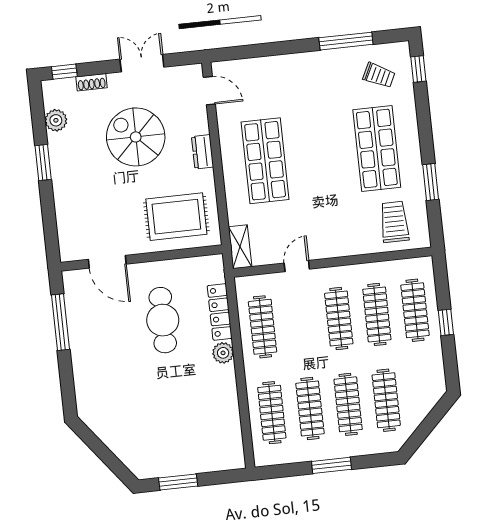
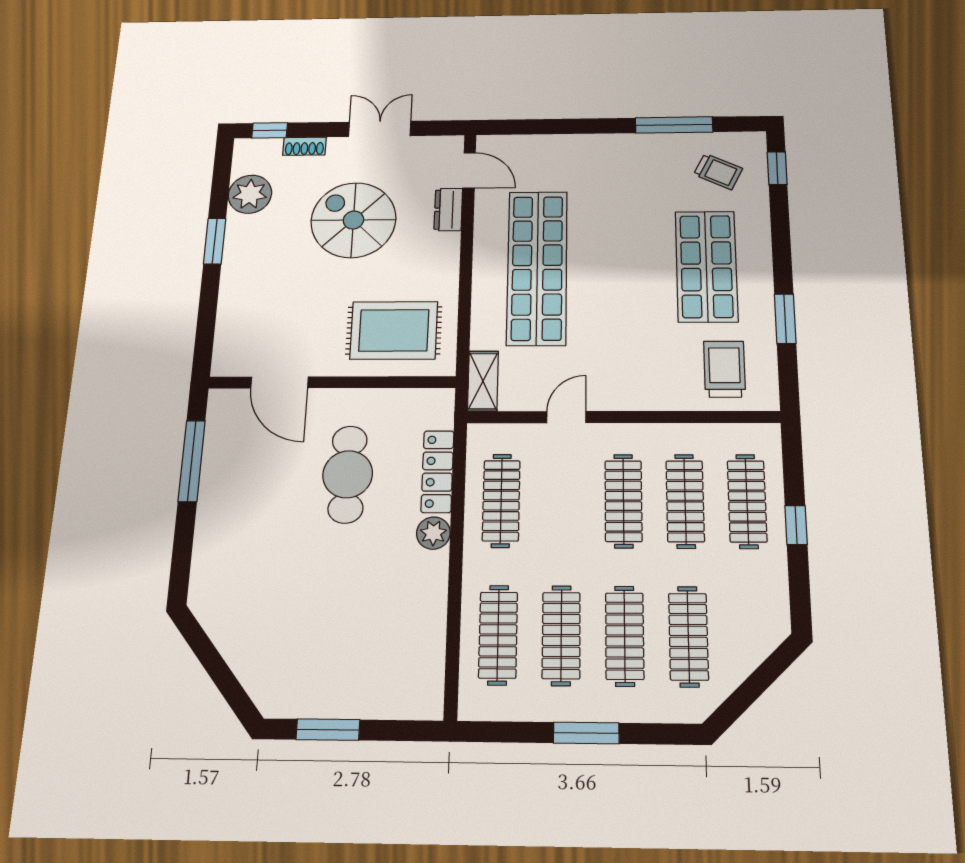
plant: (56, 120) -> (250, 194), width x1.36, depth x1.36
dresser: (203, 152) -> (448, 210), moved
shop shelf: (265, 161) -> (537, 267), width x1.40

